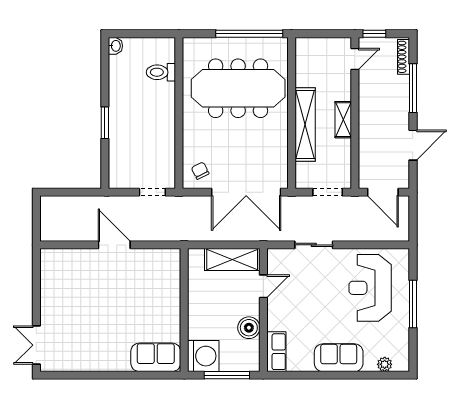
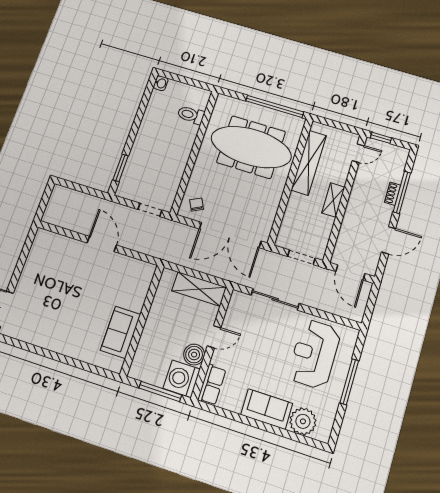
shoe rack: (403, 57) -> (393, 194), moved, width x0.70
window: (105, 123) -> (121, 168), moved
shelving: (305, 125) -> (309, 163), moved
sliding door: (314, 245) -> (275, 299), width x1.37
door: (263, 286) -> (214, 337), moved
washing machine: (203, 356) -> (182, 379), moved, turned 180
sofa: (156, 357) -> (121, 332), moved, turned -90
plant: (385, 364) -> (303, 421), width x1.88, depth x1.88

